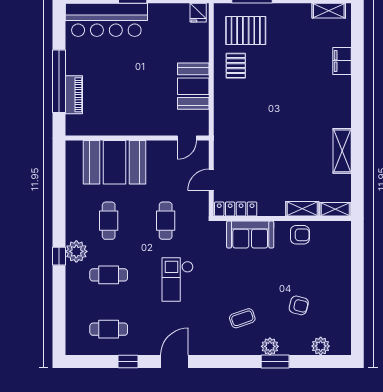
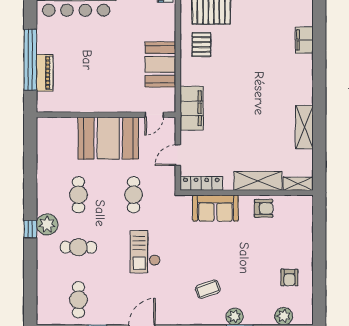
filing cabinet: (226, 131) -> (192, 108), added
booth: (114, 162) -> (108, 138), moved
shelving: (302, 209) -> (258, 181), width x1.50, depth x1.33
armchair: (299, 305) -> (289, 277), moved, turned 76
cafe table: (109, 329) -> (78, 300), turned 90

